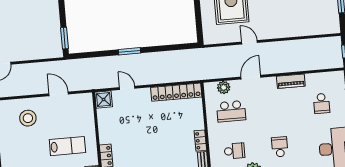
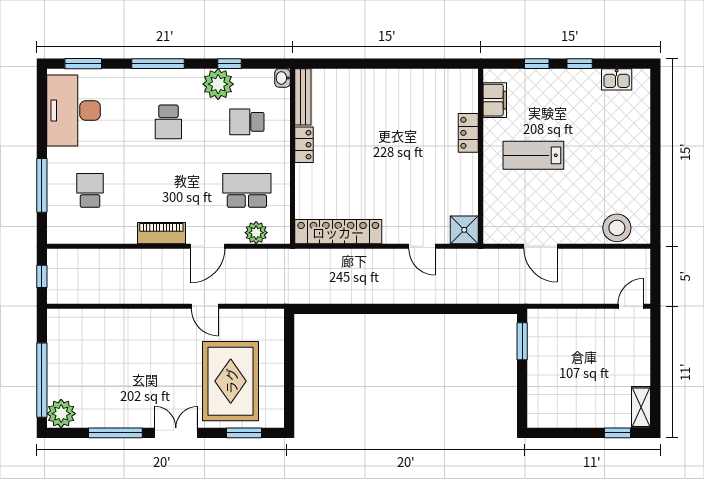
window: (130, 51) -> (412, 309), removed
piano: (291, 81) -> (161, 233), moved
stool: (28, 118) -> (617, 228), moved

